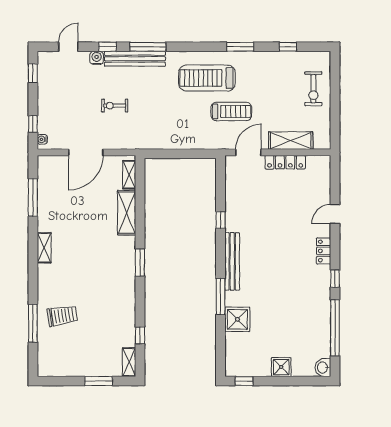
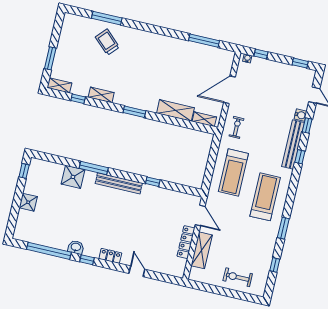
window: (148, 47) -> (300, 157), width x0.46
exercise bike: (115, 106) -> (237, 127), moved
treadmill: (231, 112) -> (233, 173), moved, width x1.37, depth x1.38
door: (86, 152) -> (229, 90), hinge flipped
shelving: (44, 248) -> (101, 95), moved
trolley: (62, 316) -> (107, 42), turned 142
washbasin: (323, 368) -> (76, 247), moved

